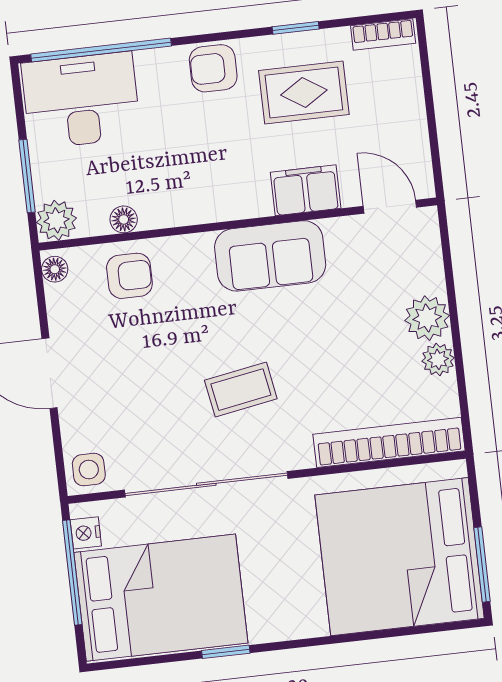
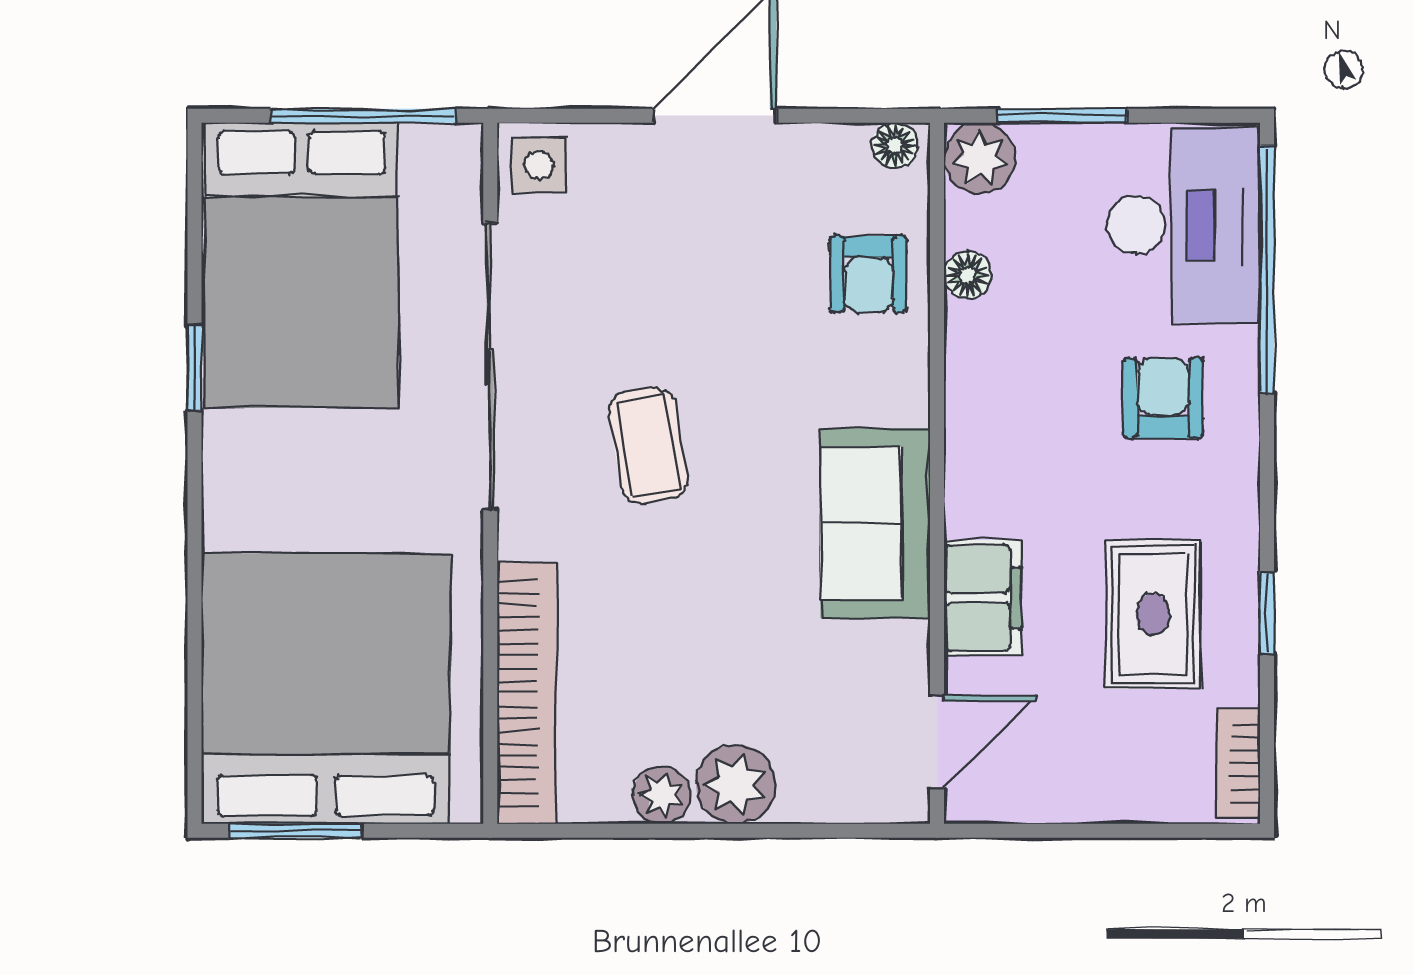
armchair: (213, 68) -> (1163, 398), moved
nightstand: (86, 533) -> (429, 147), removed

